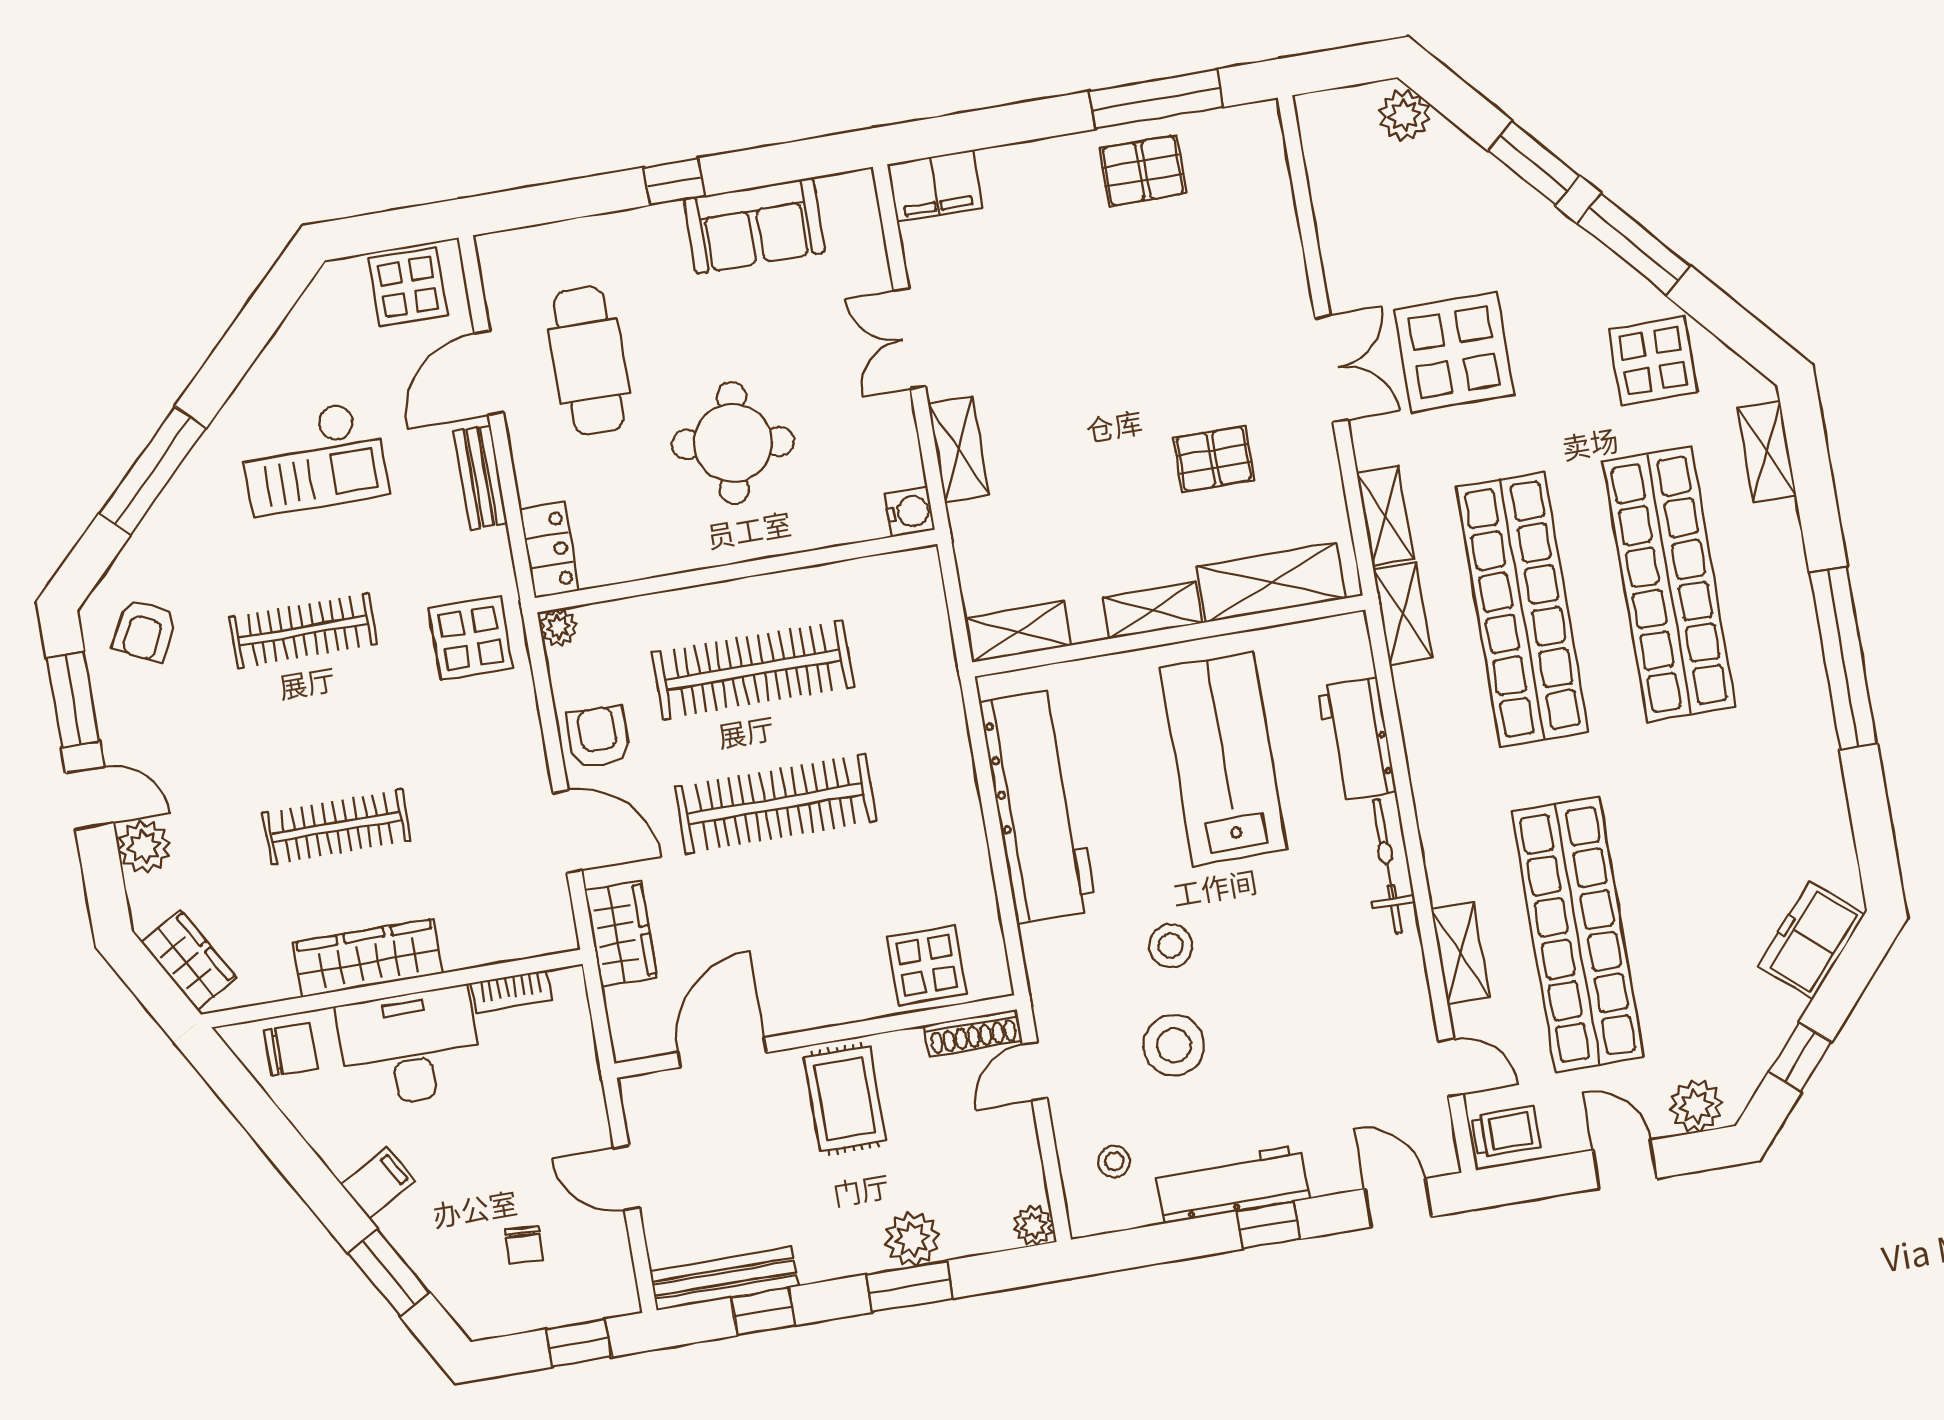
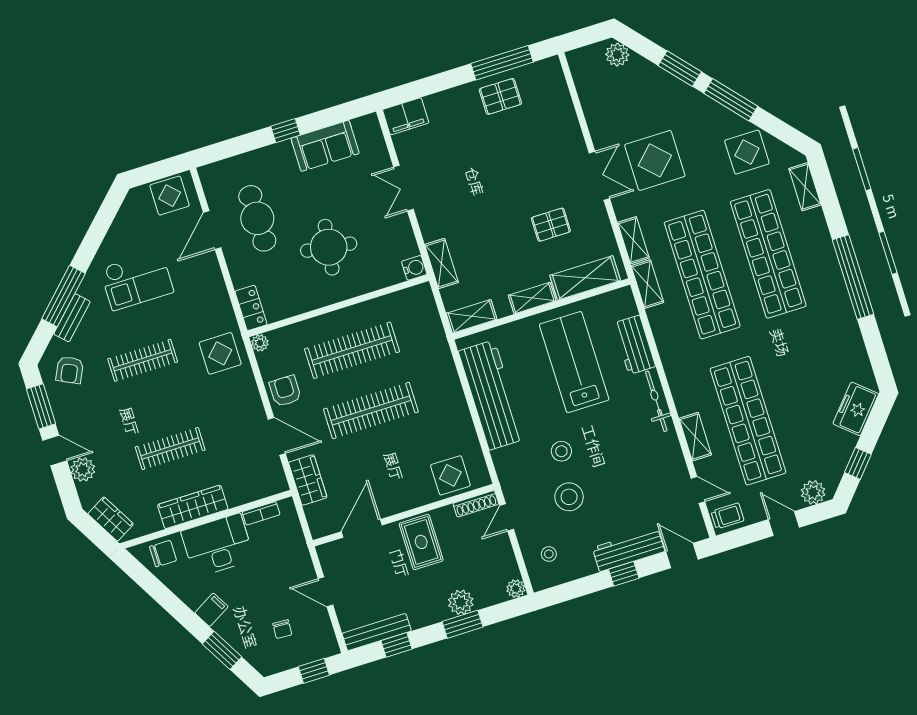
shelving: (959, 449) -> (441, 263), moved
bench: (480, 477) -> (72, 318), moved, turned 45
workbench: (1232, 1184) -> (628, 550), moved

